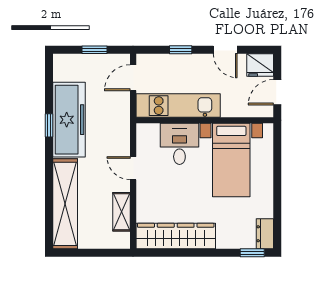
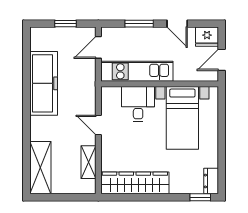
window: (181, 50) -> (139, 24), width x1.50
window: (49, 125) -> (26, 88), removed
shelving: (65, 204) -> (40, 168), width x0.68

